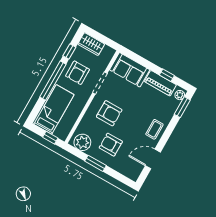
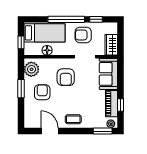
wardrobe: (91, 44) -> (111, 45), moved
floor lamp: (72, 117) -> (47, 50), added

